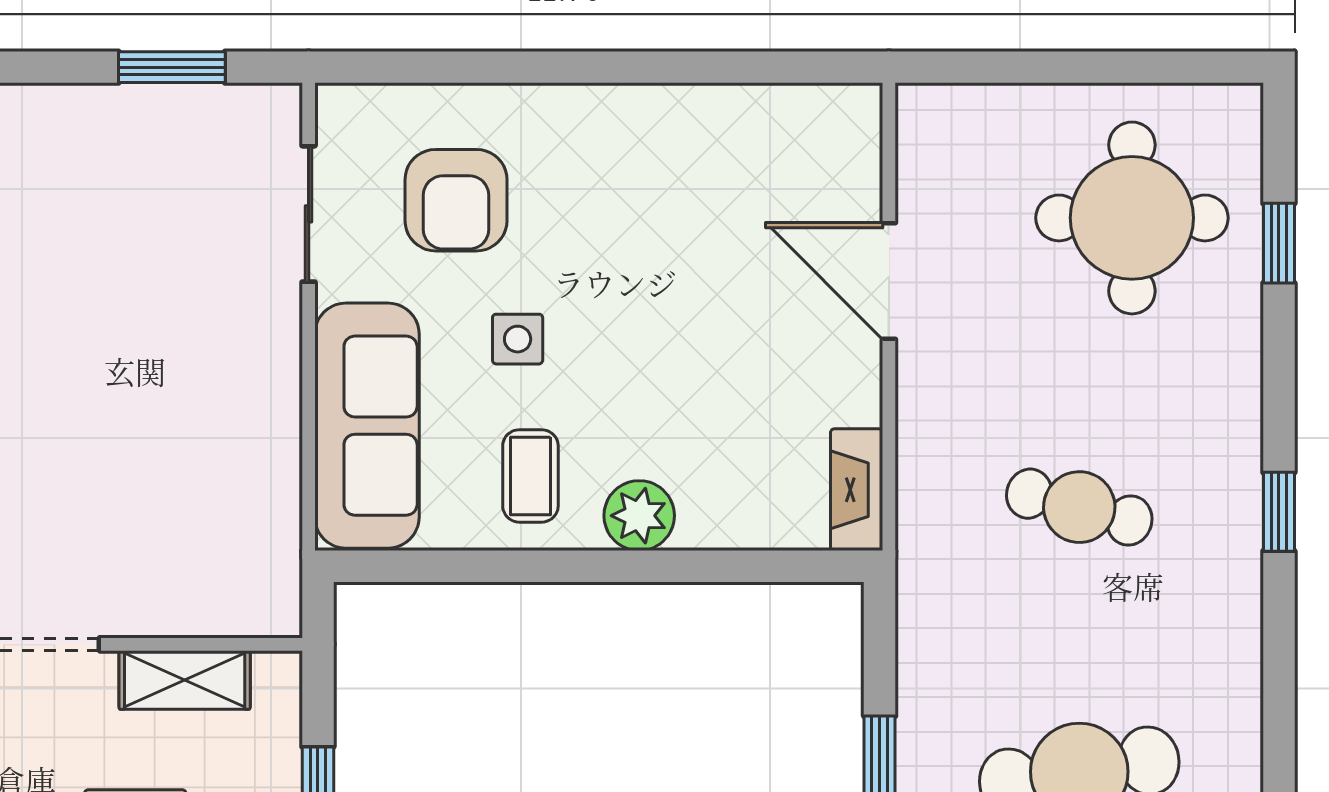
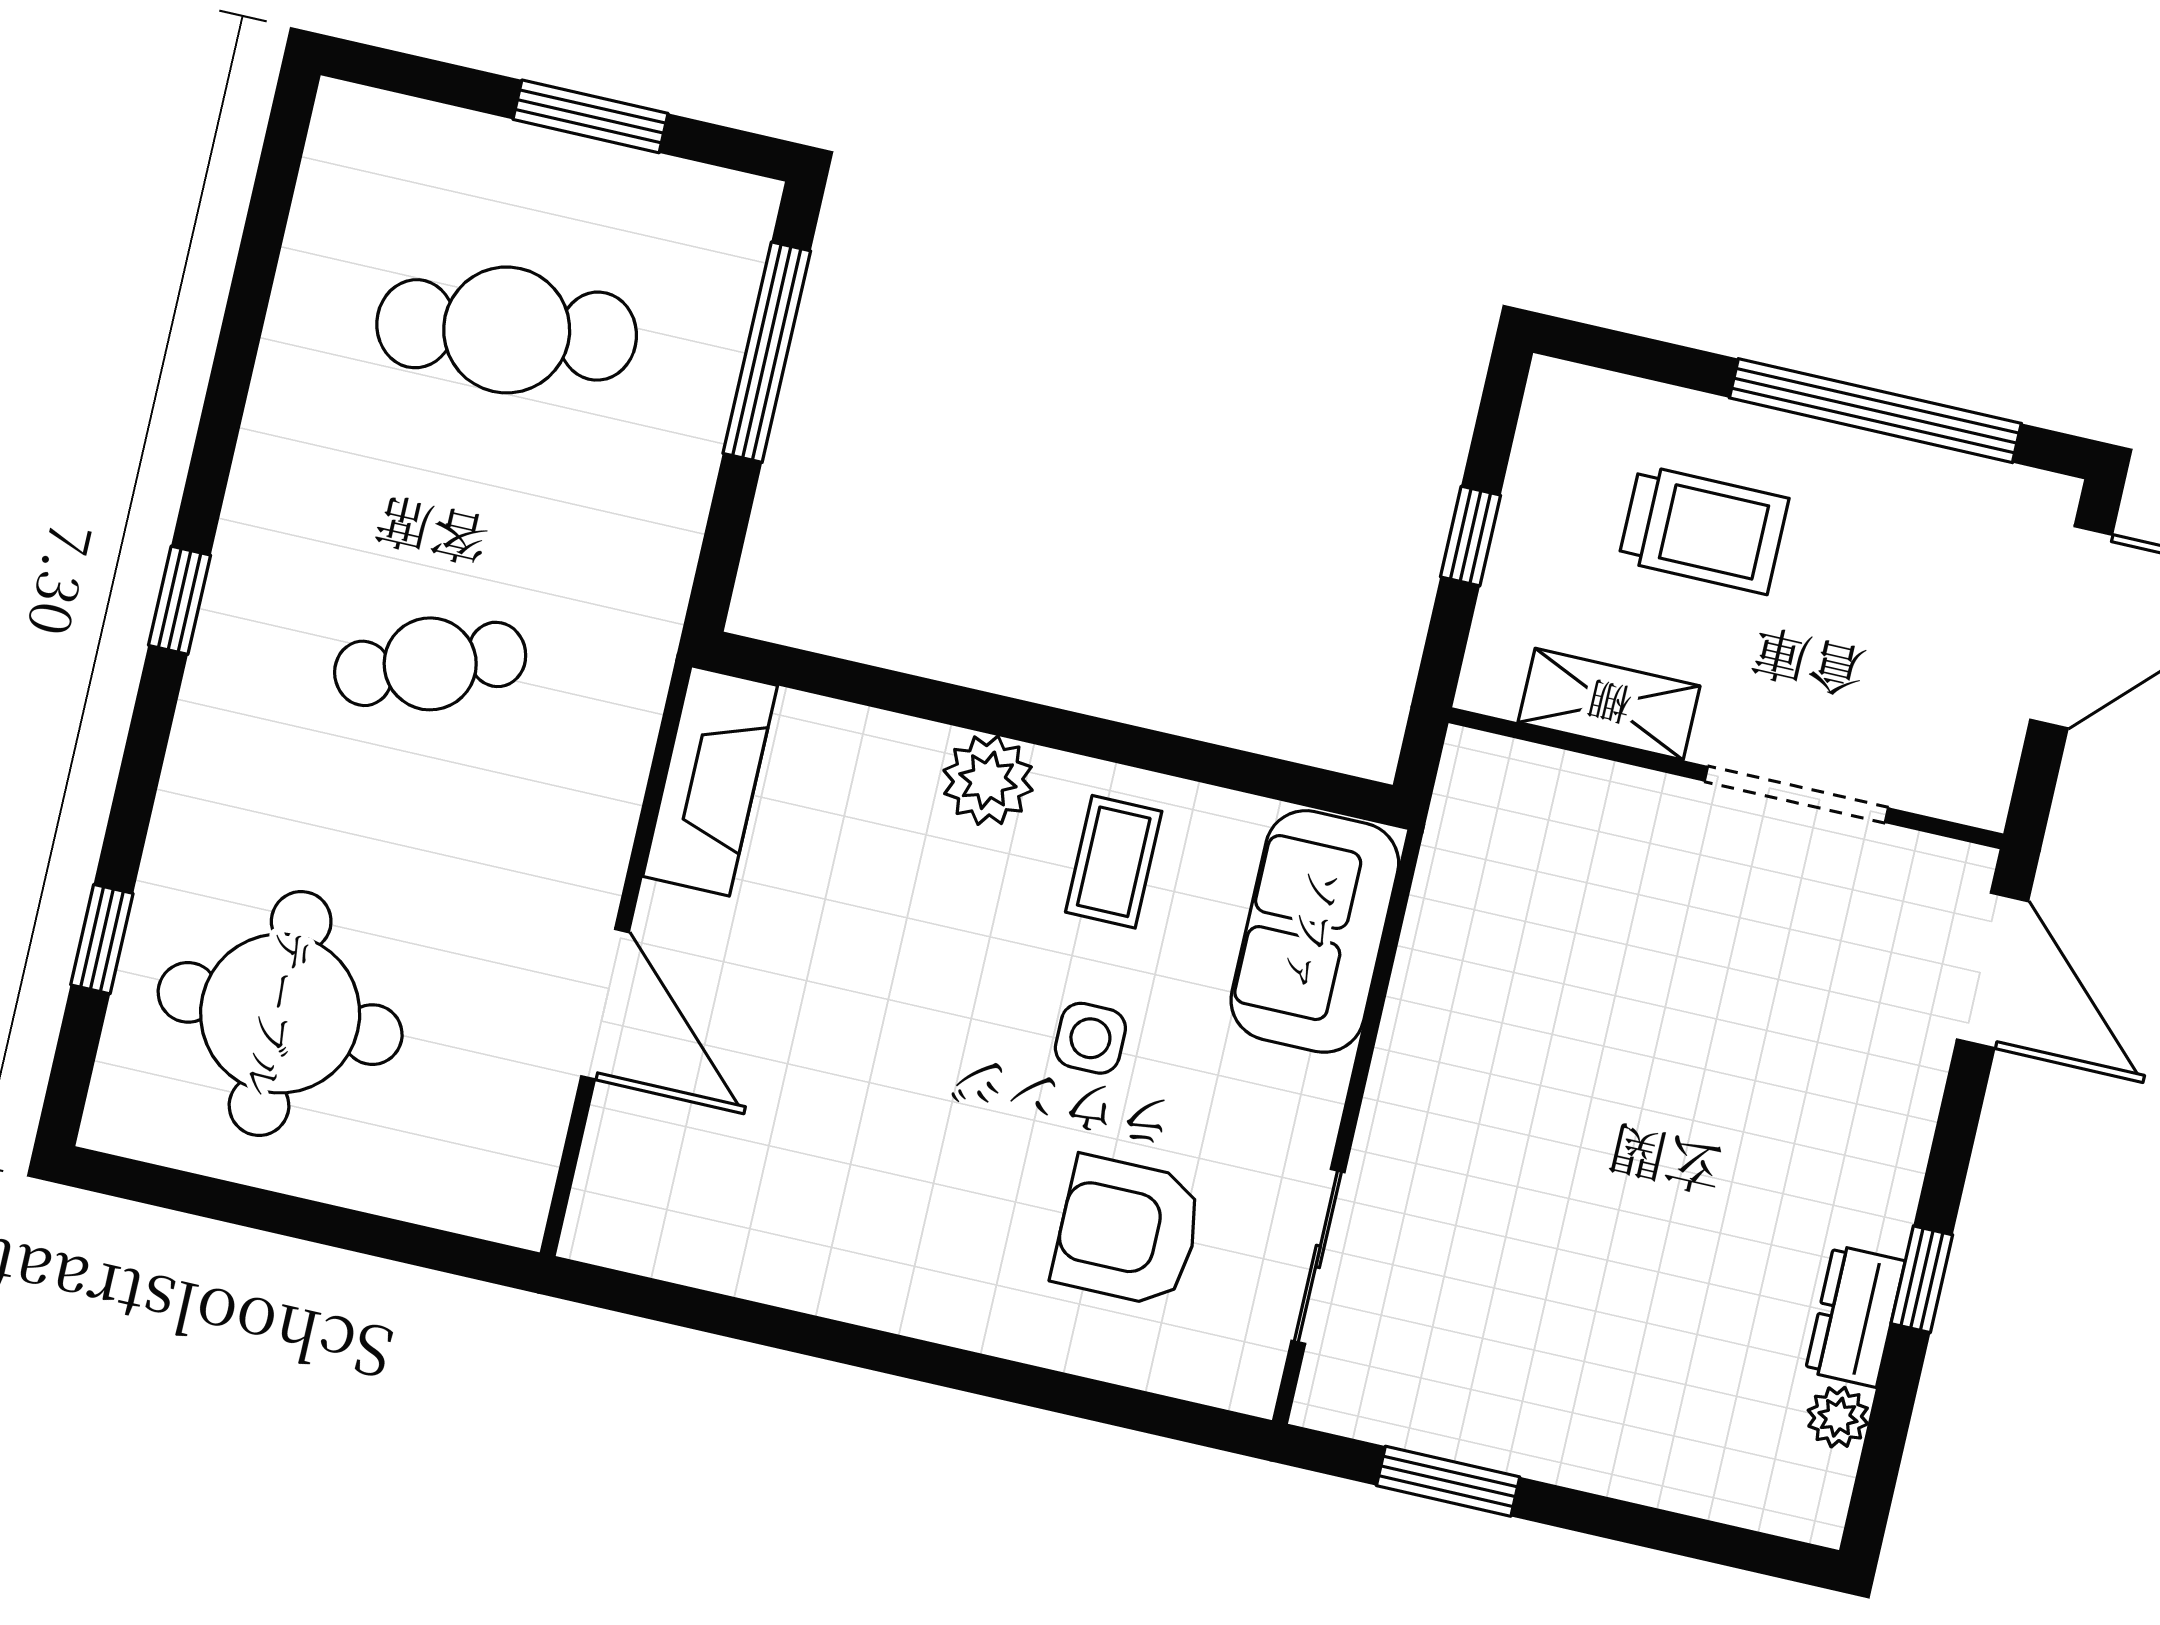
armchair: (456, 200) -> (1128, 1231), turned -90
sofa: (367, 426) -> (1315, 931), width x0.73
fireplace: (857, 490) -> (710, 781), width x1.37, depth x1.32
cafe table: (1079, 507) -> (430, 664), turned -36

